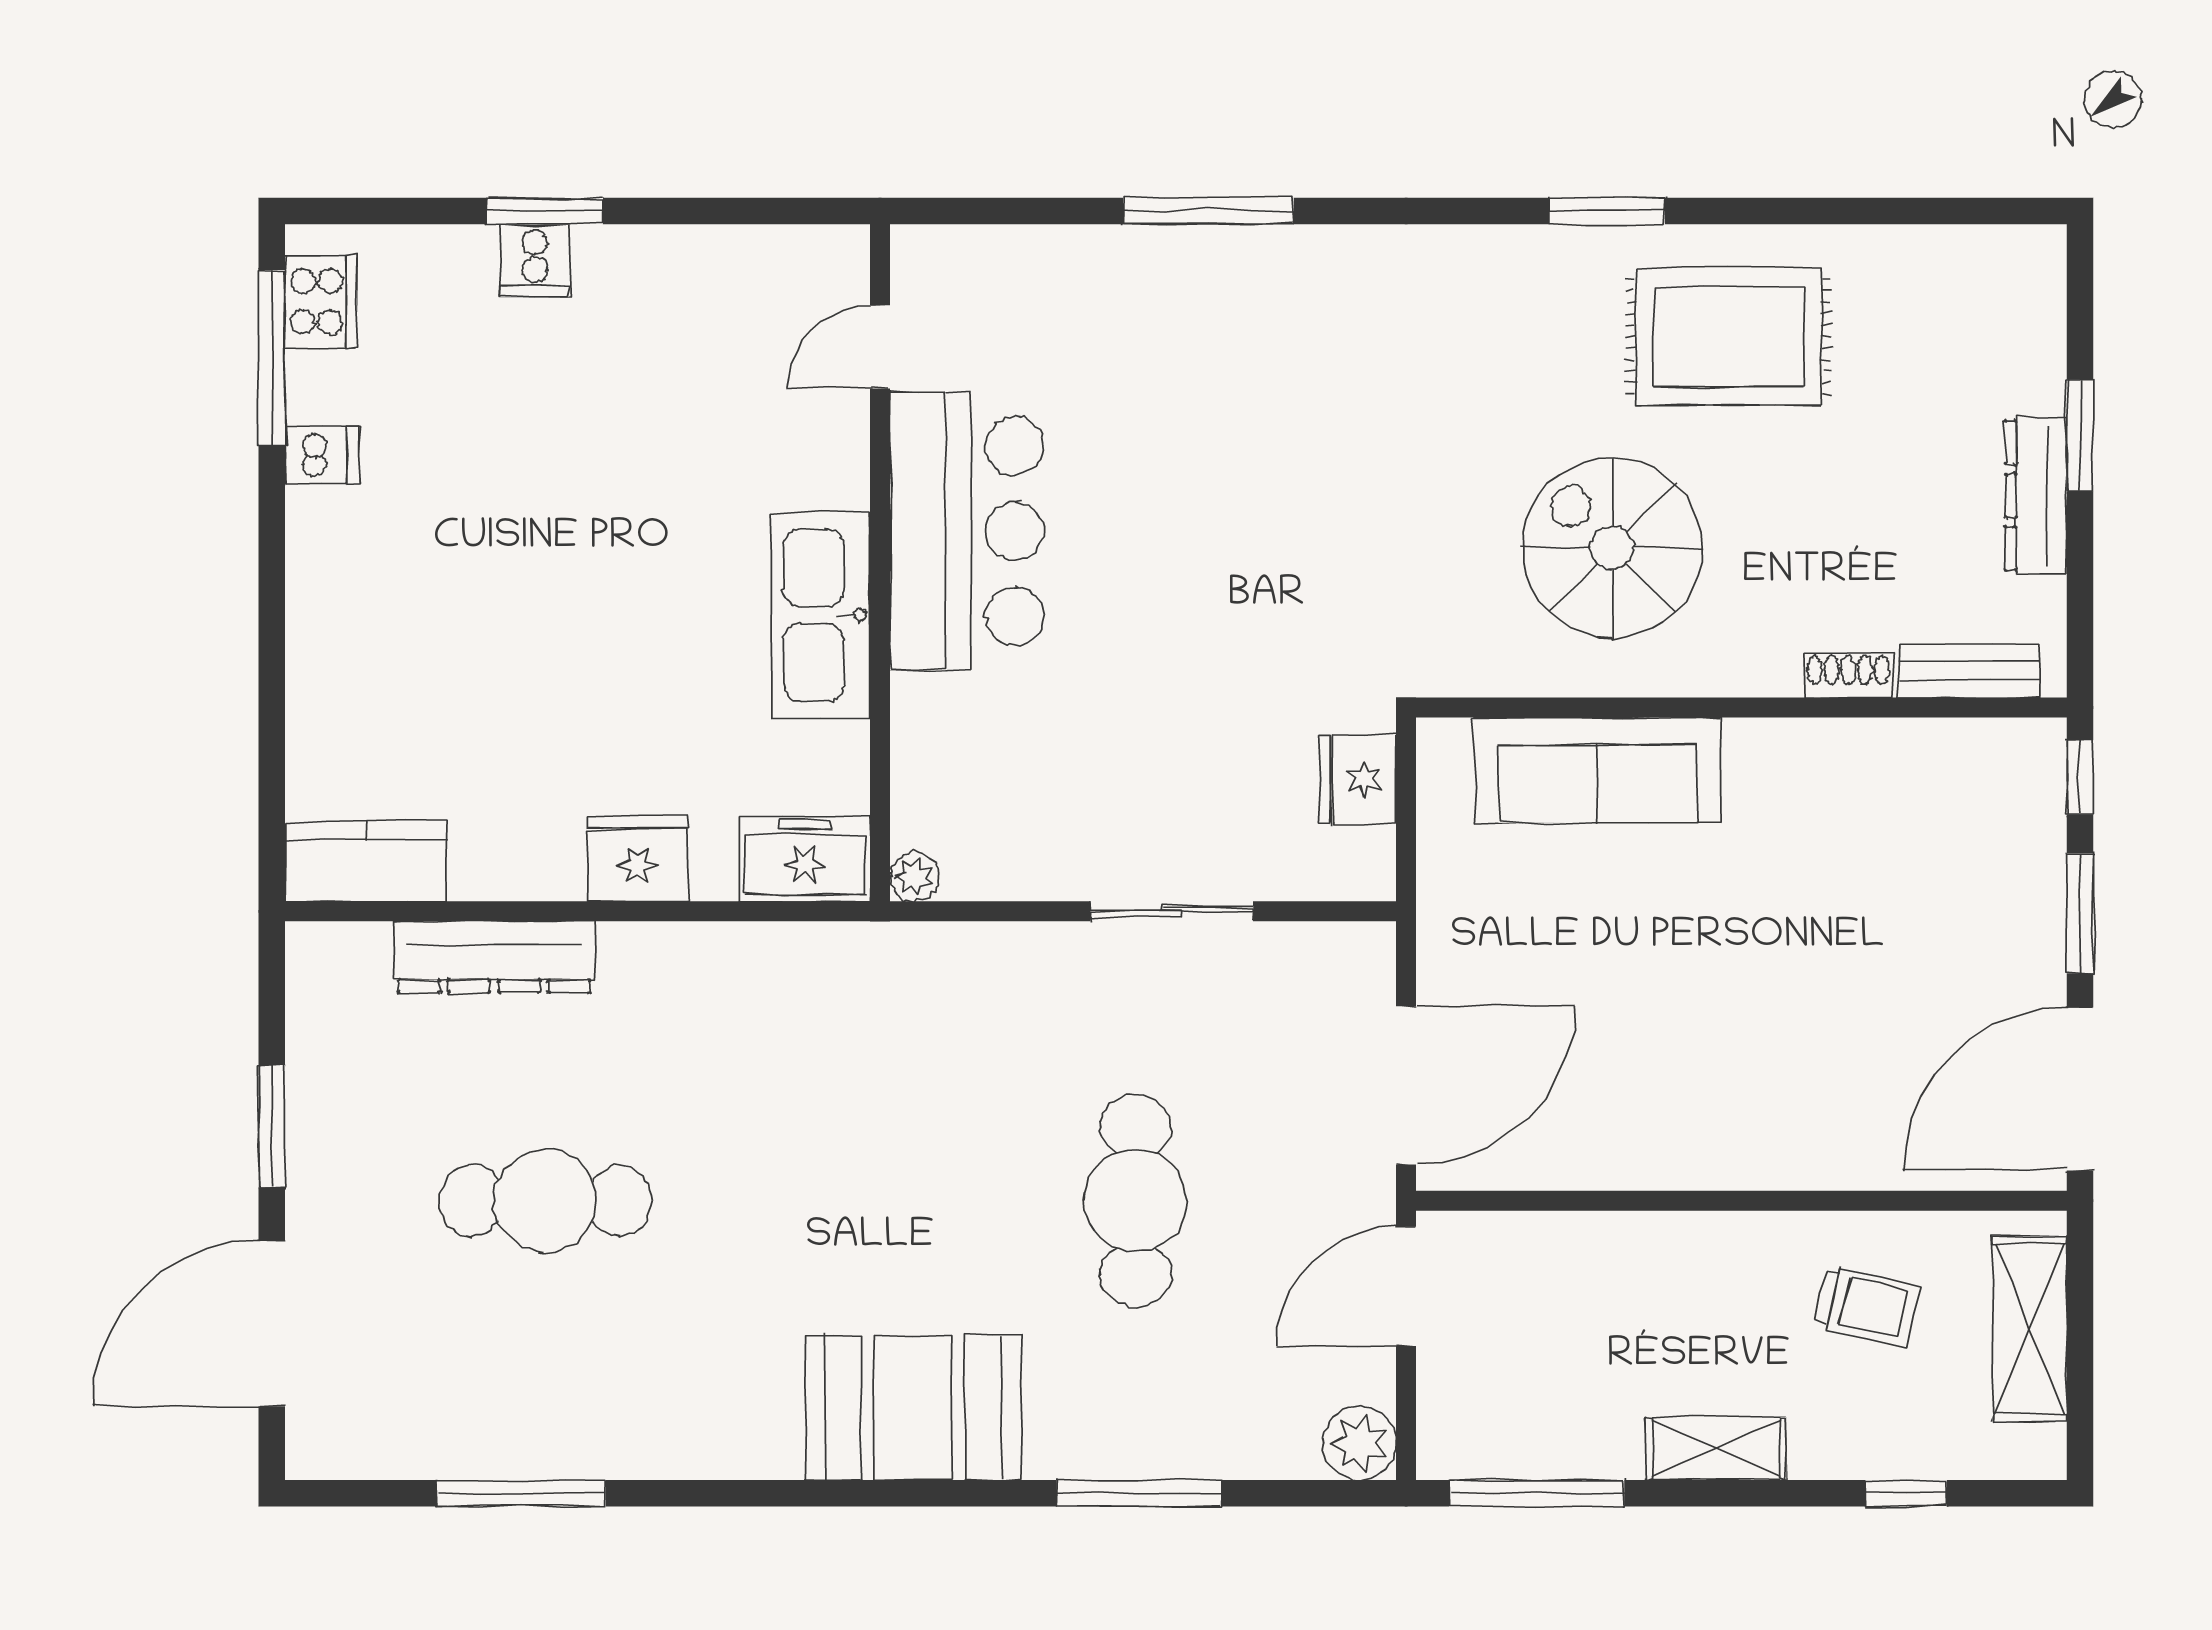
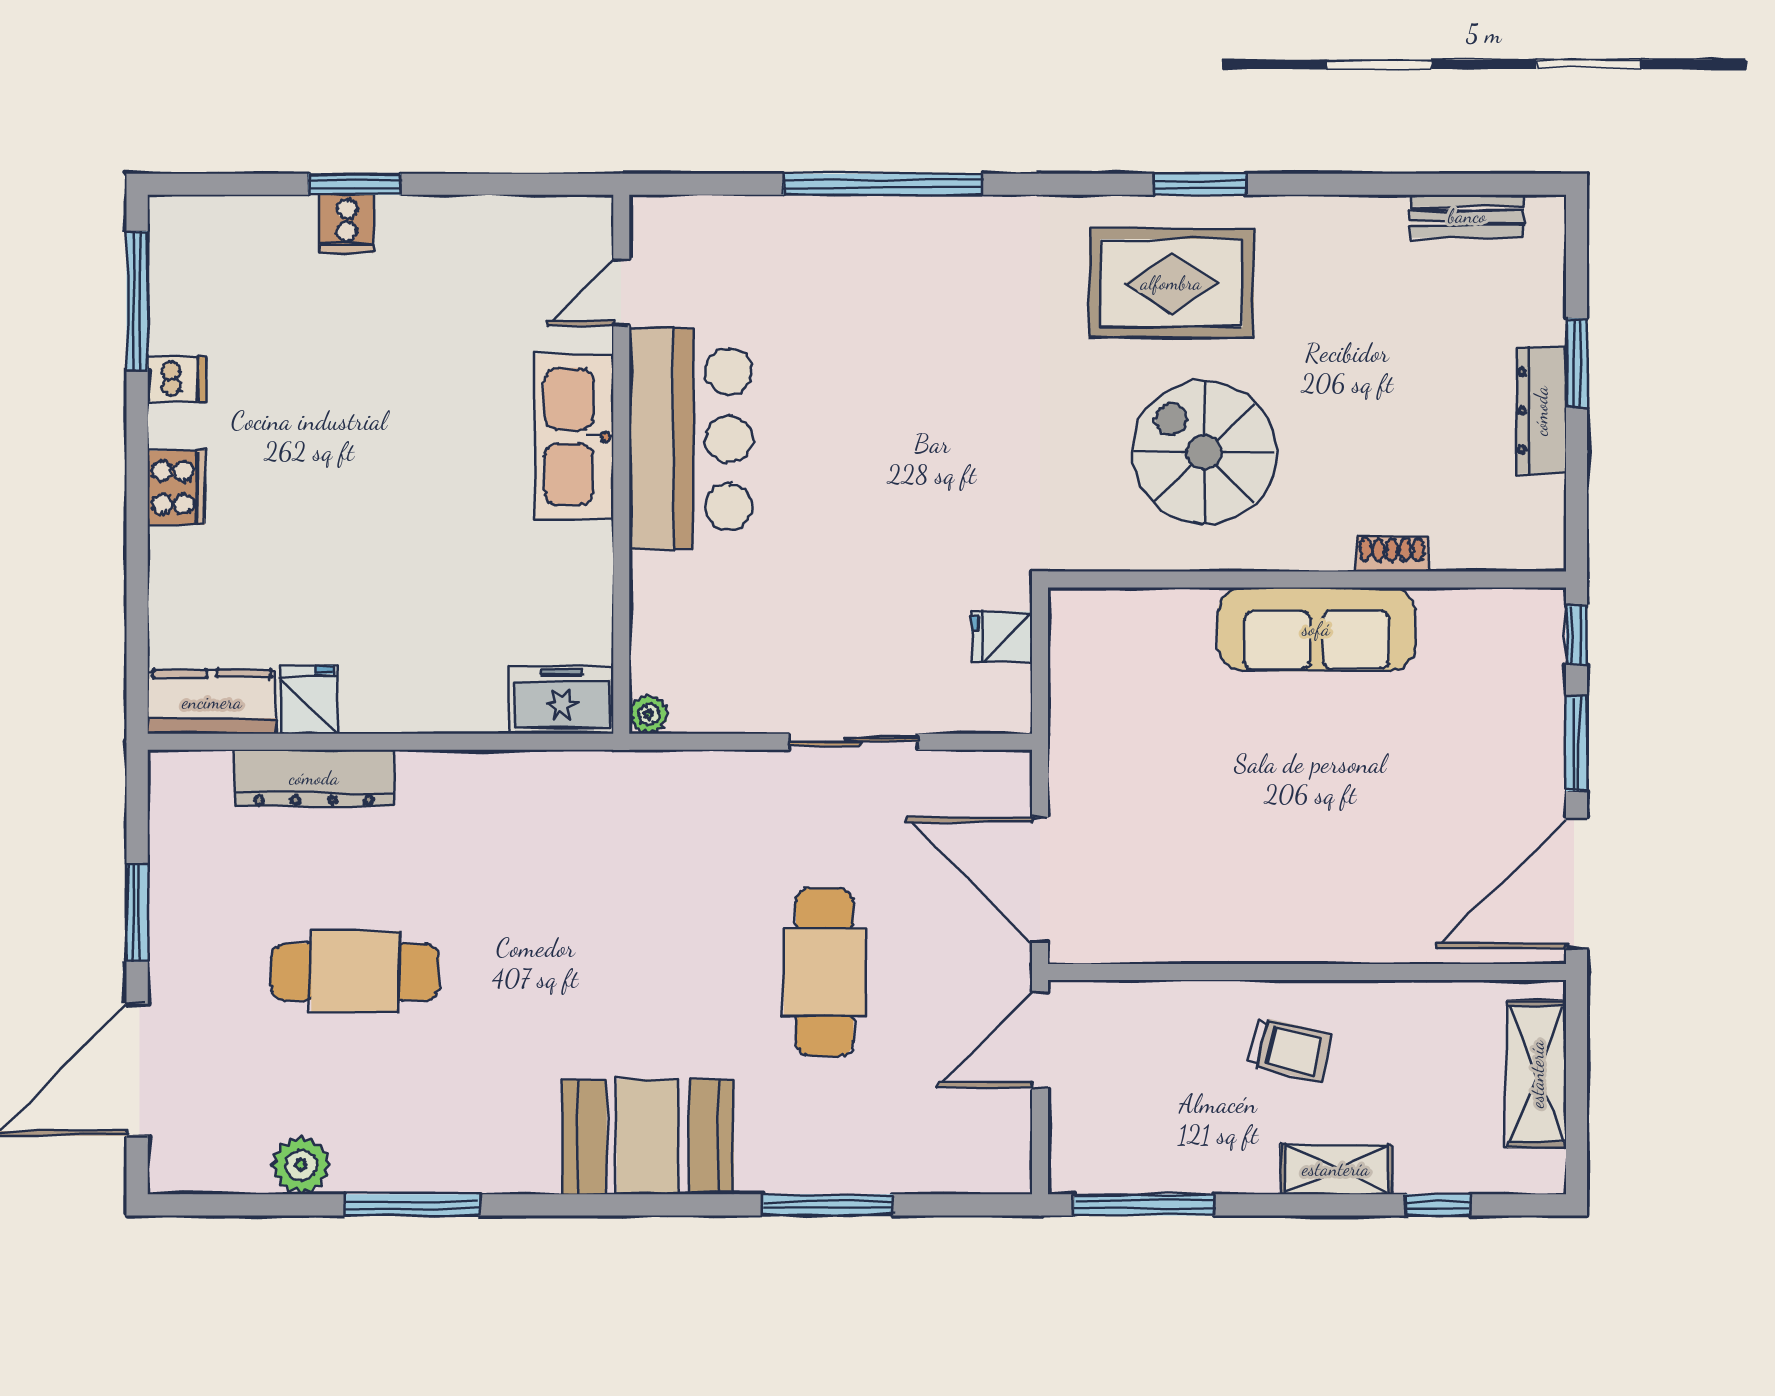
window: (1208, 211) -> (883, 184), width x1.46
cooker: (321, 302) -> (176, 488), moved
rug: (1729, 336) -> (1171, 283), moved
kitchen sink: (821, 615) -> (574, 437), moved
bench: (1969, 671) -> (1467, 216), moved
sofa: (1598, 770) -> (1316, 629), moved
fridge: (1358, 779) -> (1002, 637), width x0.72
fridge: (638, 858) -> (309, 700), moved, width x0.72
door: (1406, 1085) -> (1040, 880), swing flipped
trolley: (1867, 1306) -> (1289, 1049), moved
plant: (1359, 1443) -> (301, 1165), moved
shelving: (1716, 1449) -> (1336, 1169), moved
window: (521, 1493) -> (412, 1205), moved

